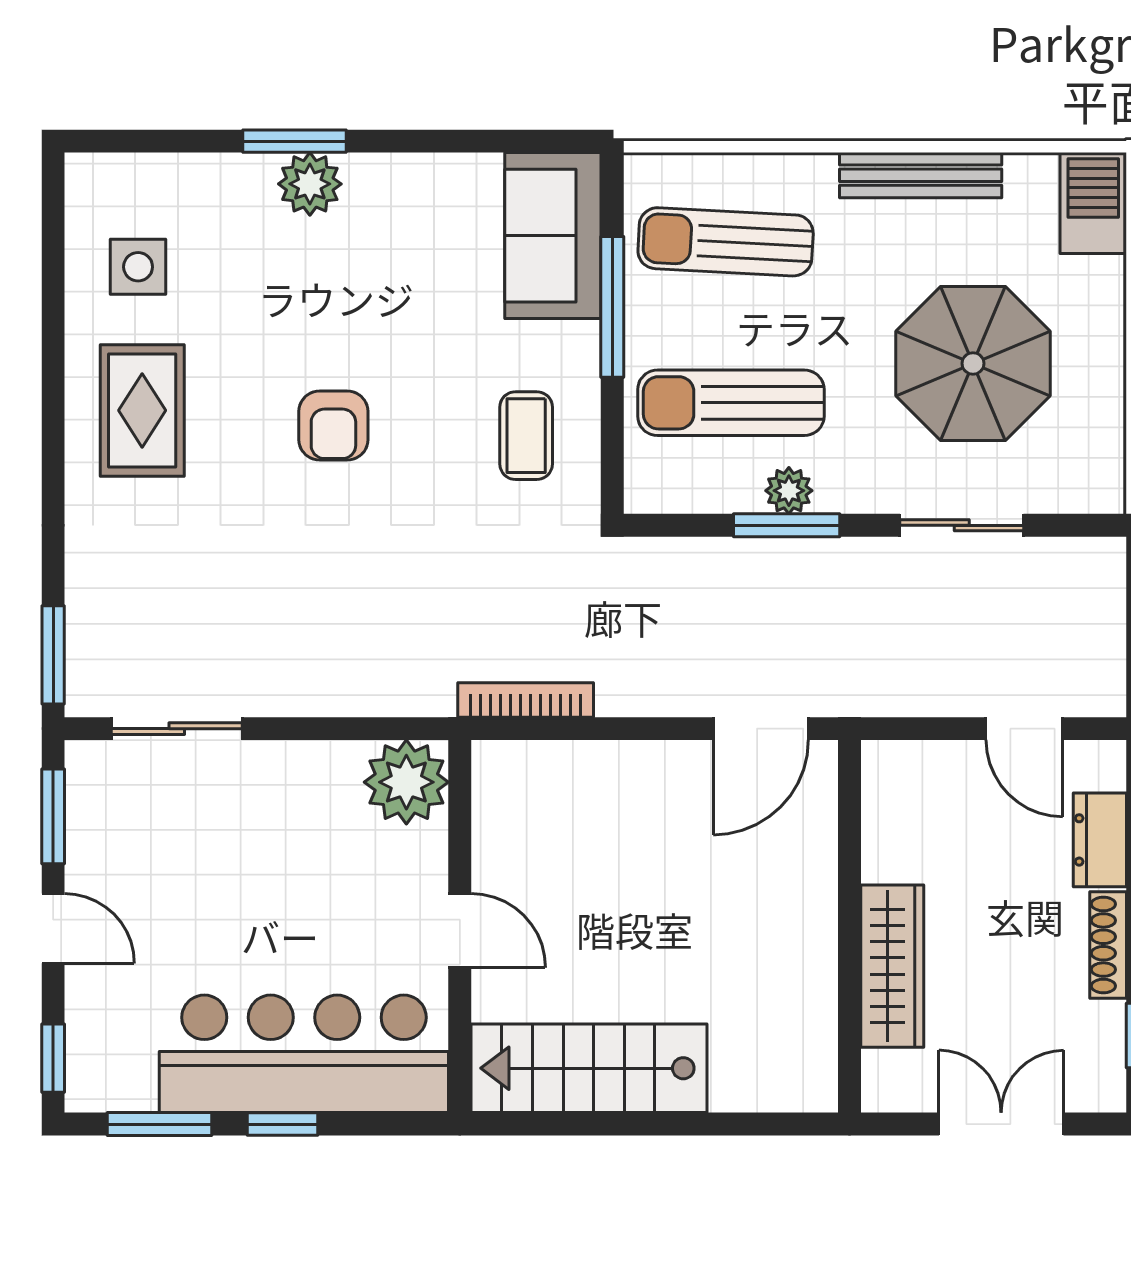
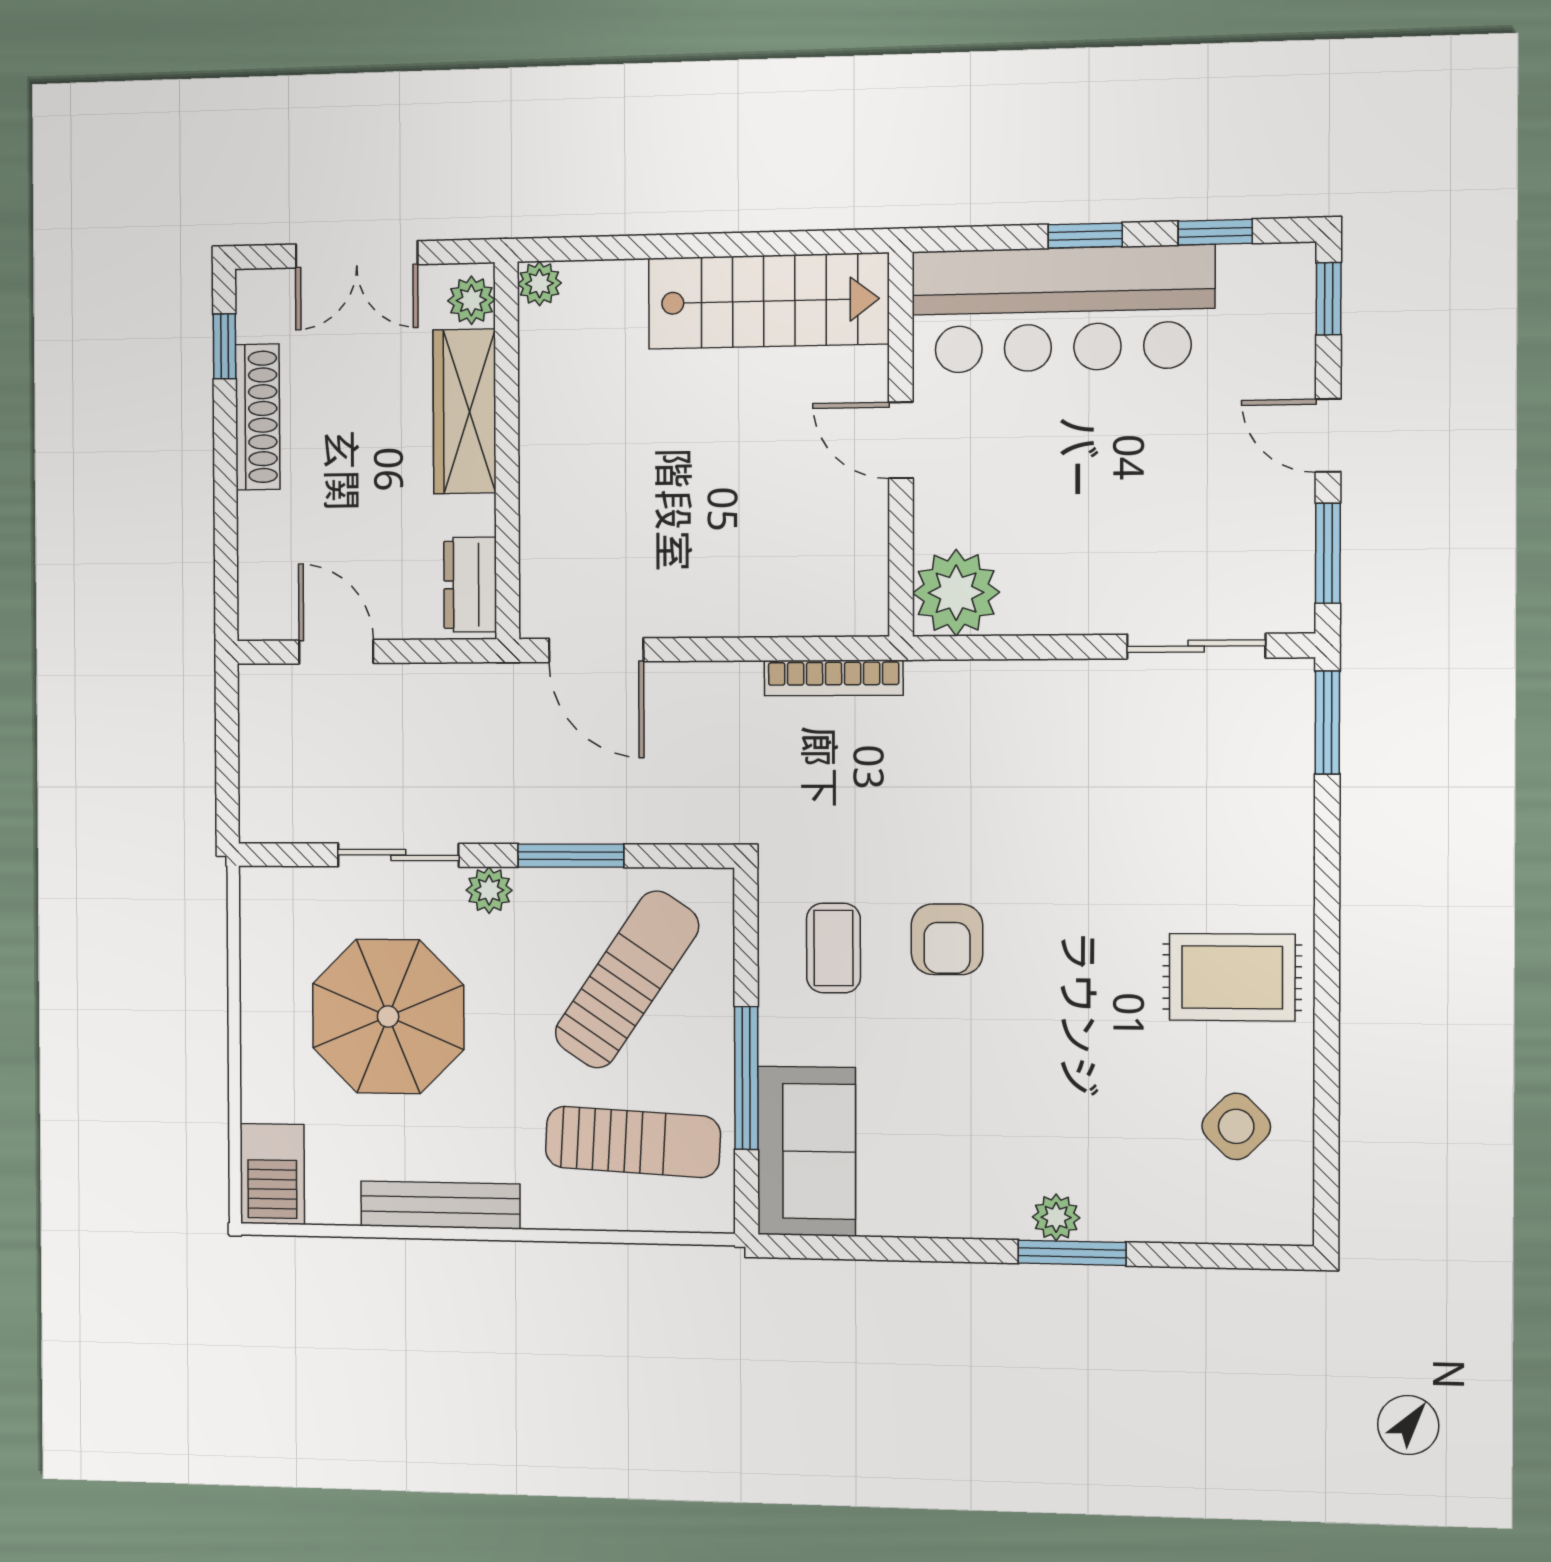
plant: (310, 184) -> (1056, 1217), width x0.73, depth x0.73
side table: (138, 267) -> (1236, 1126), turned 45
sun lounger: (731, 403) -> (627, 980), turned -56
rug: (142, 410) -> (1232, 977), turned 90
armchair: (333, 426) -> (947, 939), moved, turned 180
plant: (789, 491) -> (489, 890), moved
door: (761, 729) -> (596, 650), swing flipped
dresser: (1100, 840) -> (470, 585), moved, turned 180
shoe rack: (1108, 945) -> (258, 417), width x1.36, depth x1.24
plant: (885, 1076) -> (471, 300), added
plant: (816, 1091) -> (539, 284), added
window: (159, 1124) -> (1215, 232), width x0.67

